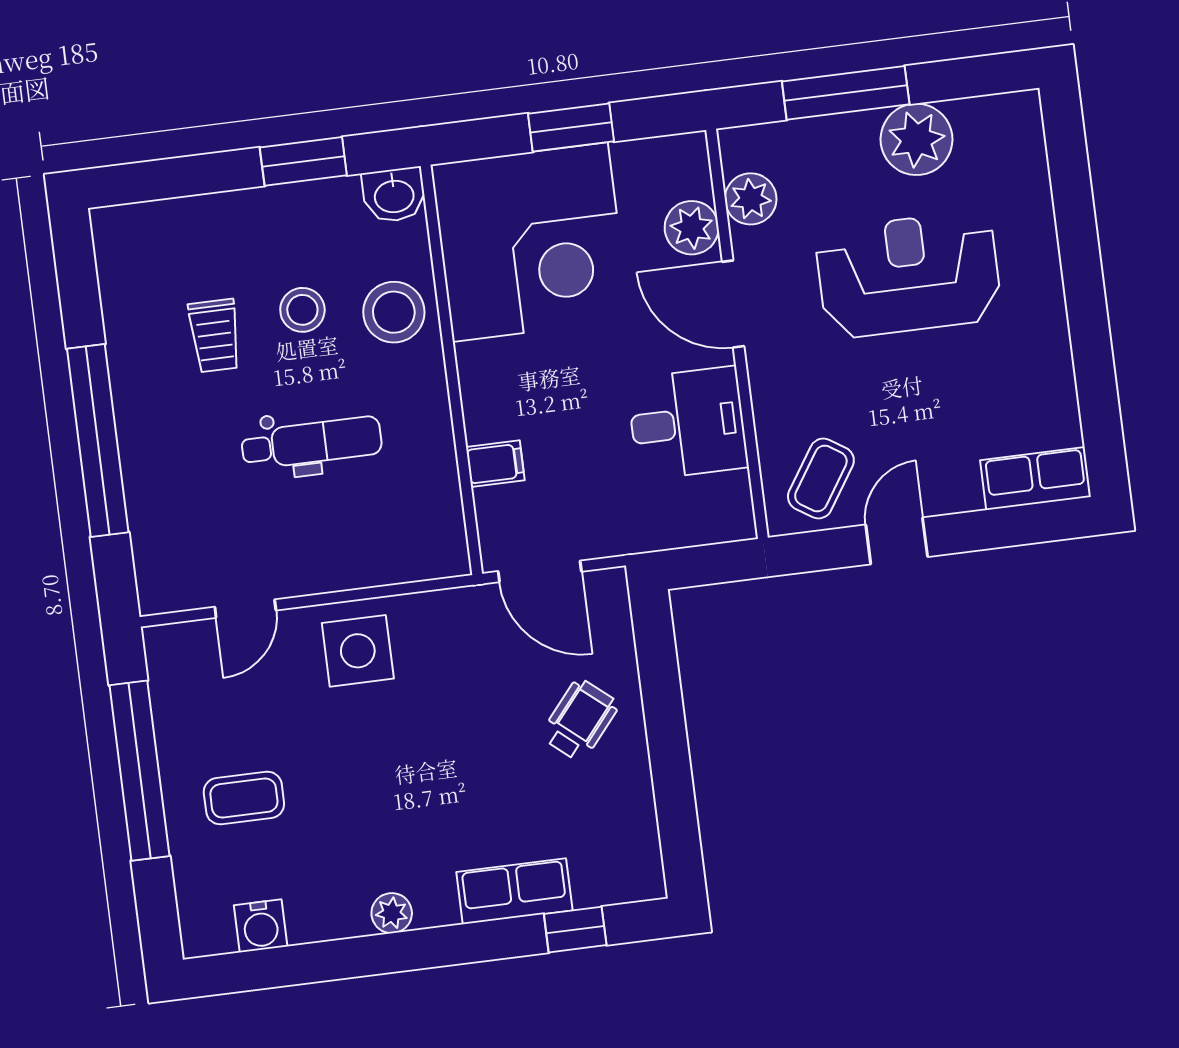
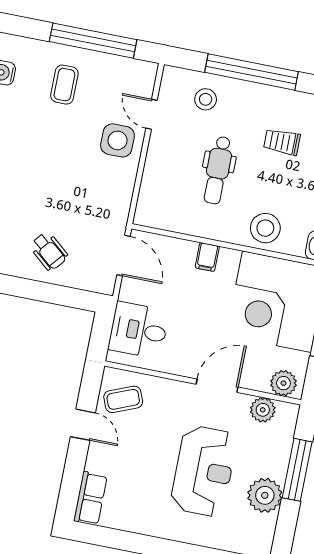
plant: (692, 228) -> (283, 383), moved
stool: (302, 310) -> (206, 99), moved
desk: (687, 423) -> (139, 330), moved, turned 90
filing cabinet: (495, 464) -> (207, 257), moved
coffee table: (821, 478) -> (123, 399), turned -55
door: (540, 571) -> (123, 256), swing flipped
side table: (358, 651) -> (117, 140), moved

